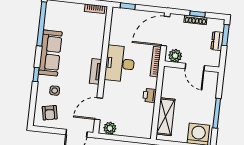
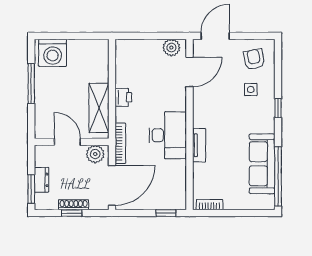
sofa: (50, 53) -> (262, 164), moved
tv unit: (96, 71) -> (199, 145), moved
shelving: (166, 117) -> (99, 108), moved

